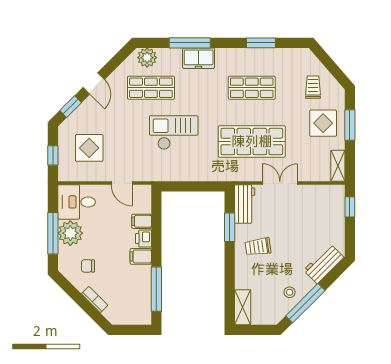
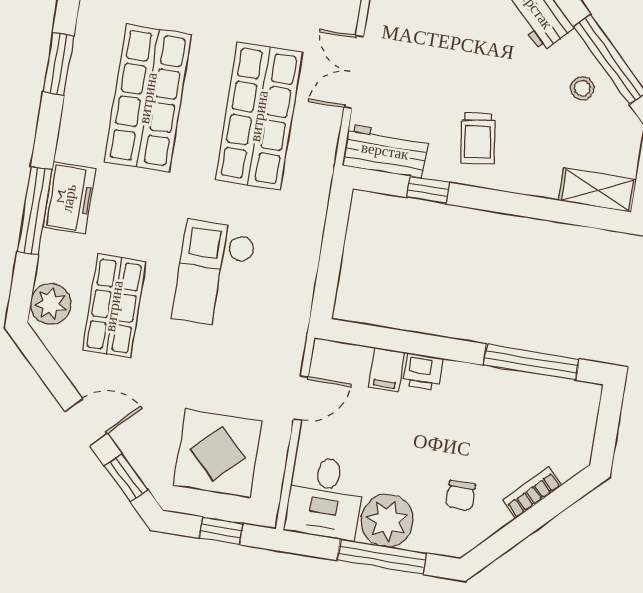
shop shelf: (252, 88) -> (148, 98), width x1.43, depth x1.36
display table: (89, 148) -> (218, 453), width x1.36, depth x1.36
window: (230, 227) -> (428, 190), width x0.67
filing cabinet: (141, 256) -> (459, 383), removed

